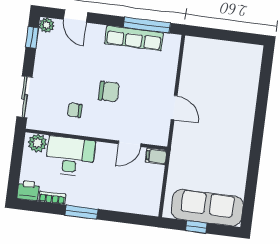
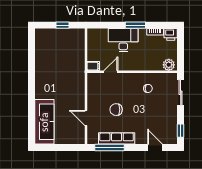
plant: (47, 25) -> (172, 139), removed
chair: (109, 91) -> (116, 110), moved
door: (174, 108) -> (86, 118), moved
desk: (70, 156) -> (123, 40), moved, turned 180
sofa: (207, 208) -> (44, 122), moved, turned -90

